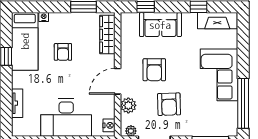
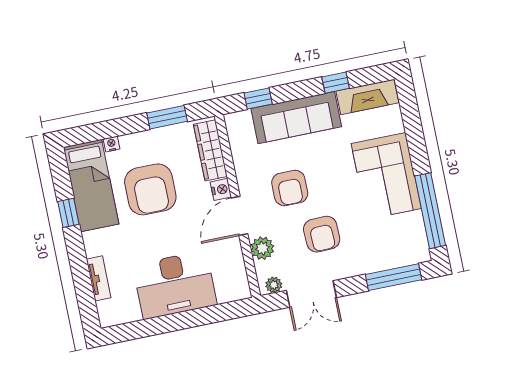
sofa: (160, 25) -> (296, 118), width x1.36
armchair: (63, 52) -> (150, 189), width x1.88, depth x1.88
nightstand: (109, 125) -> (221, 189), moved

